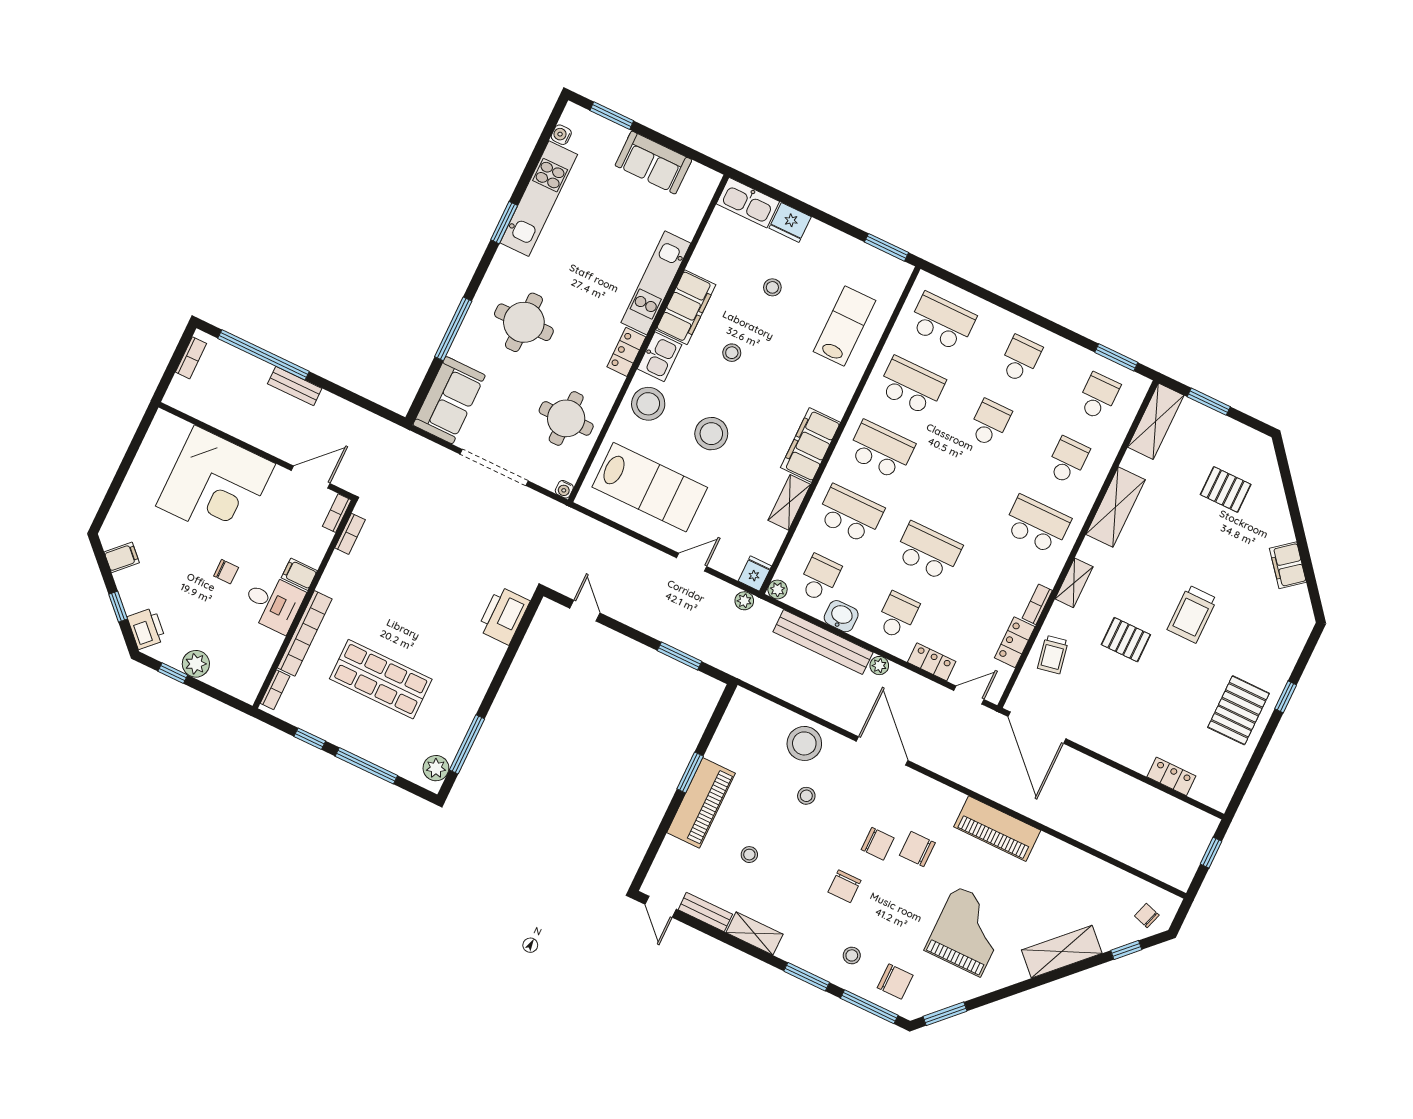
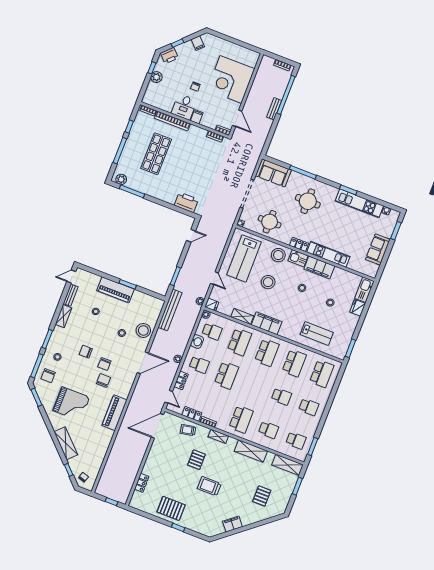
bench: (823, 642) -> (170, 310), moved

